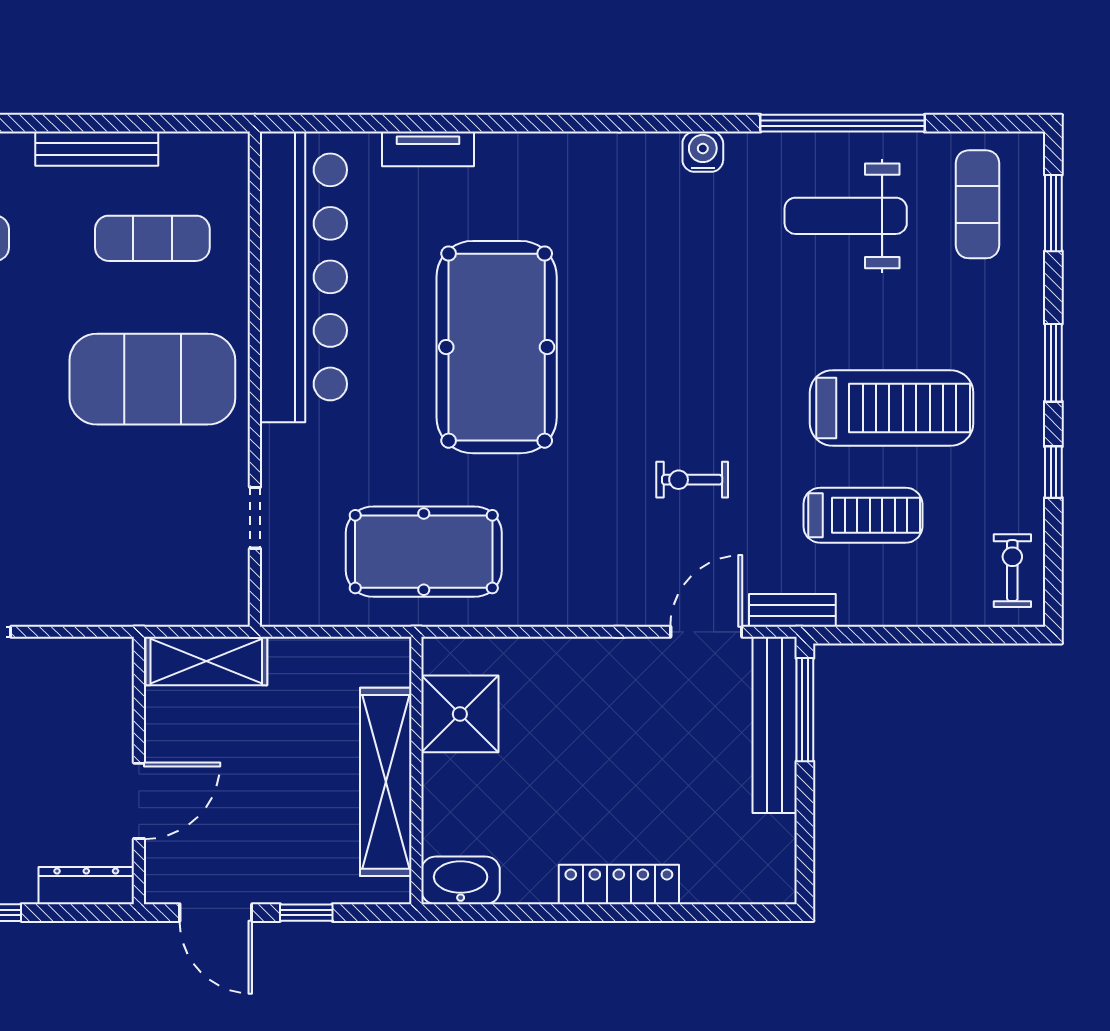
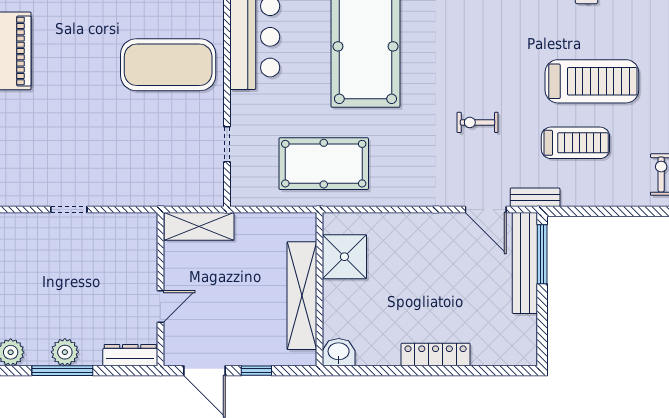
door: (706, 632) -> (486, 210), swing flipped
door: (139, 801) -> (160, 307), width x0.73
washbasin: (461, 880) -> (339, 352), width x0.72

